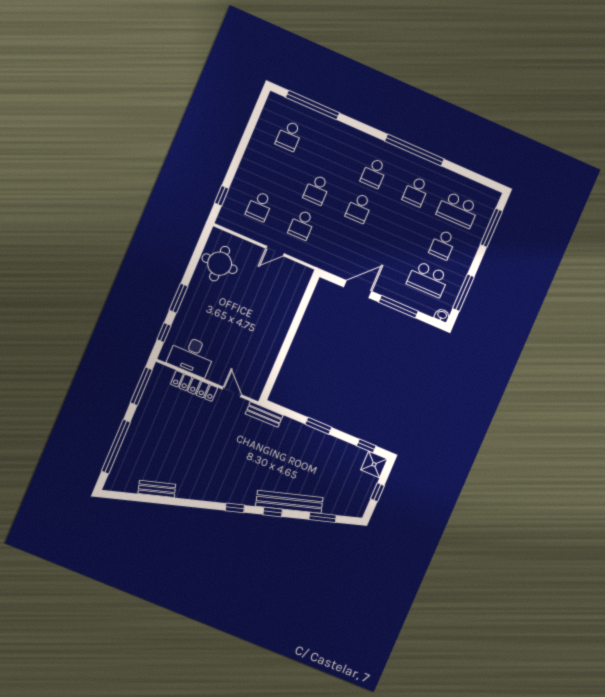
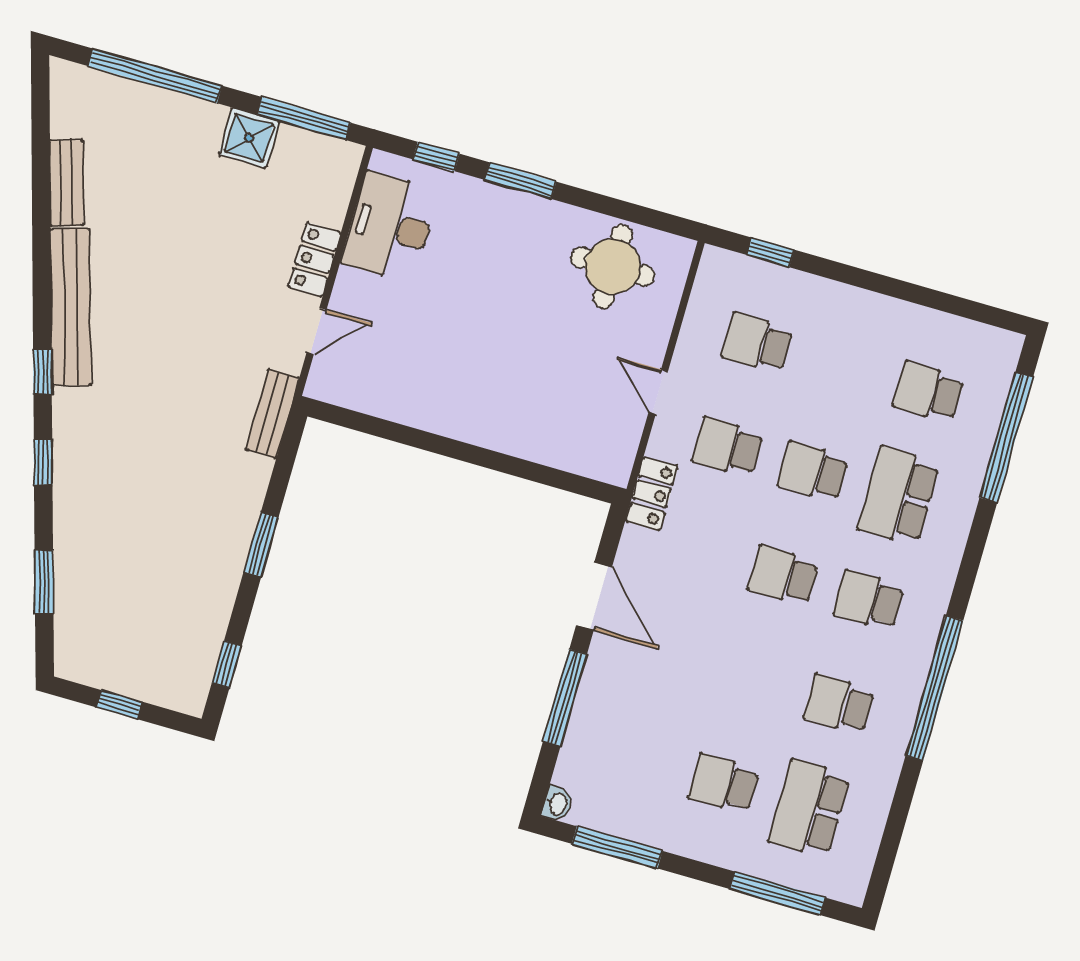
locker: (318, 259) -> (652, 494), added
school desk: (428, 279) -> (899, 496), moved
locker: (194, 386) -> (315, 259), width x0.66
shower: (374, 464) -> (249, 138), moved
bench: (289, 502) -> (71, 307), moved

